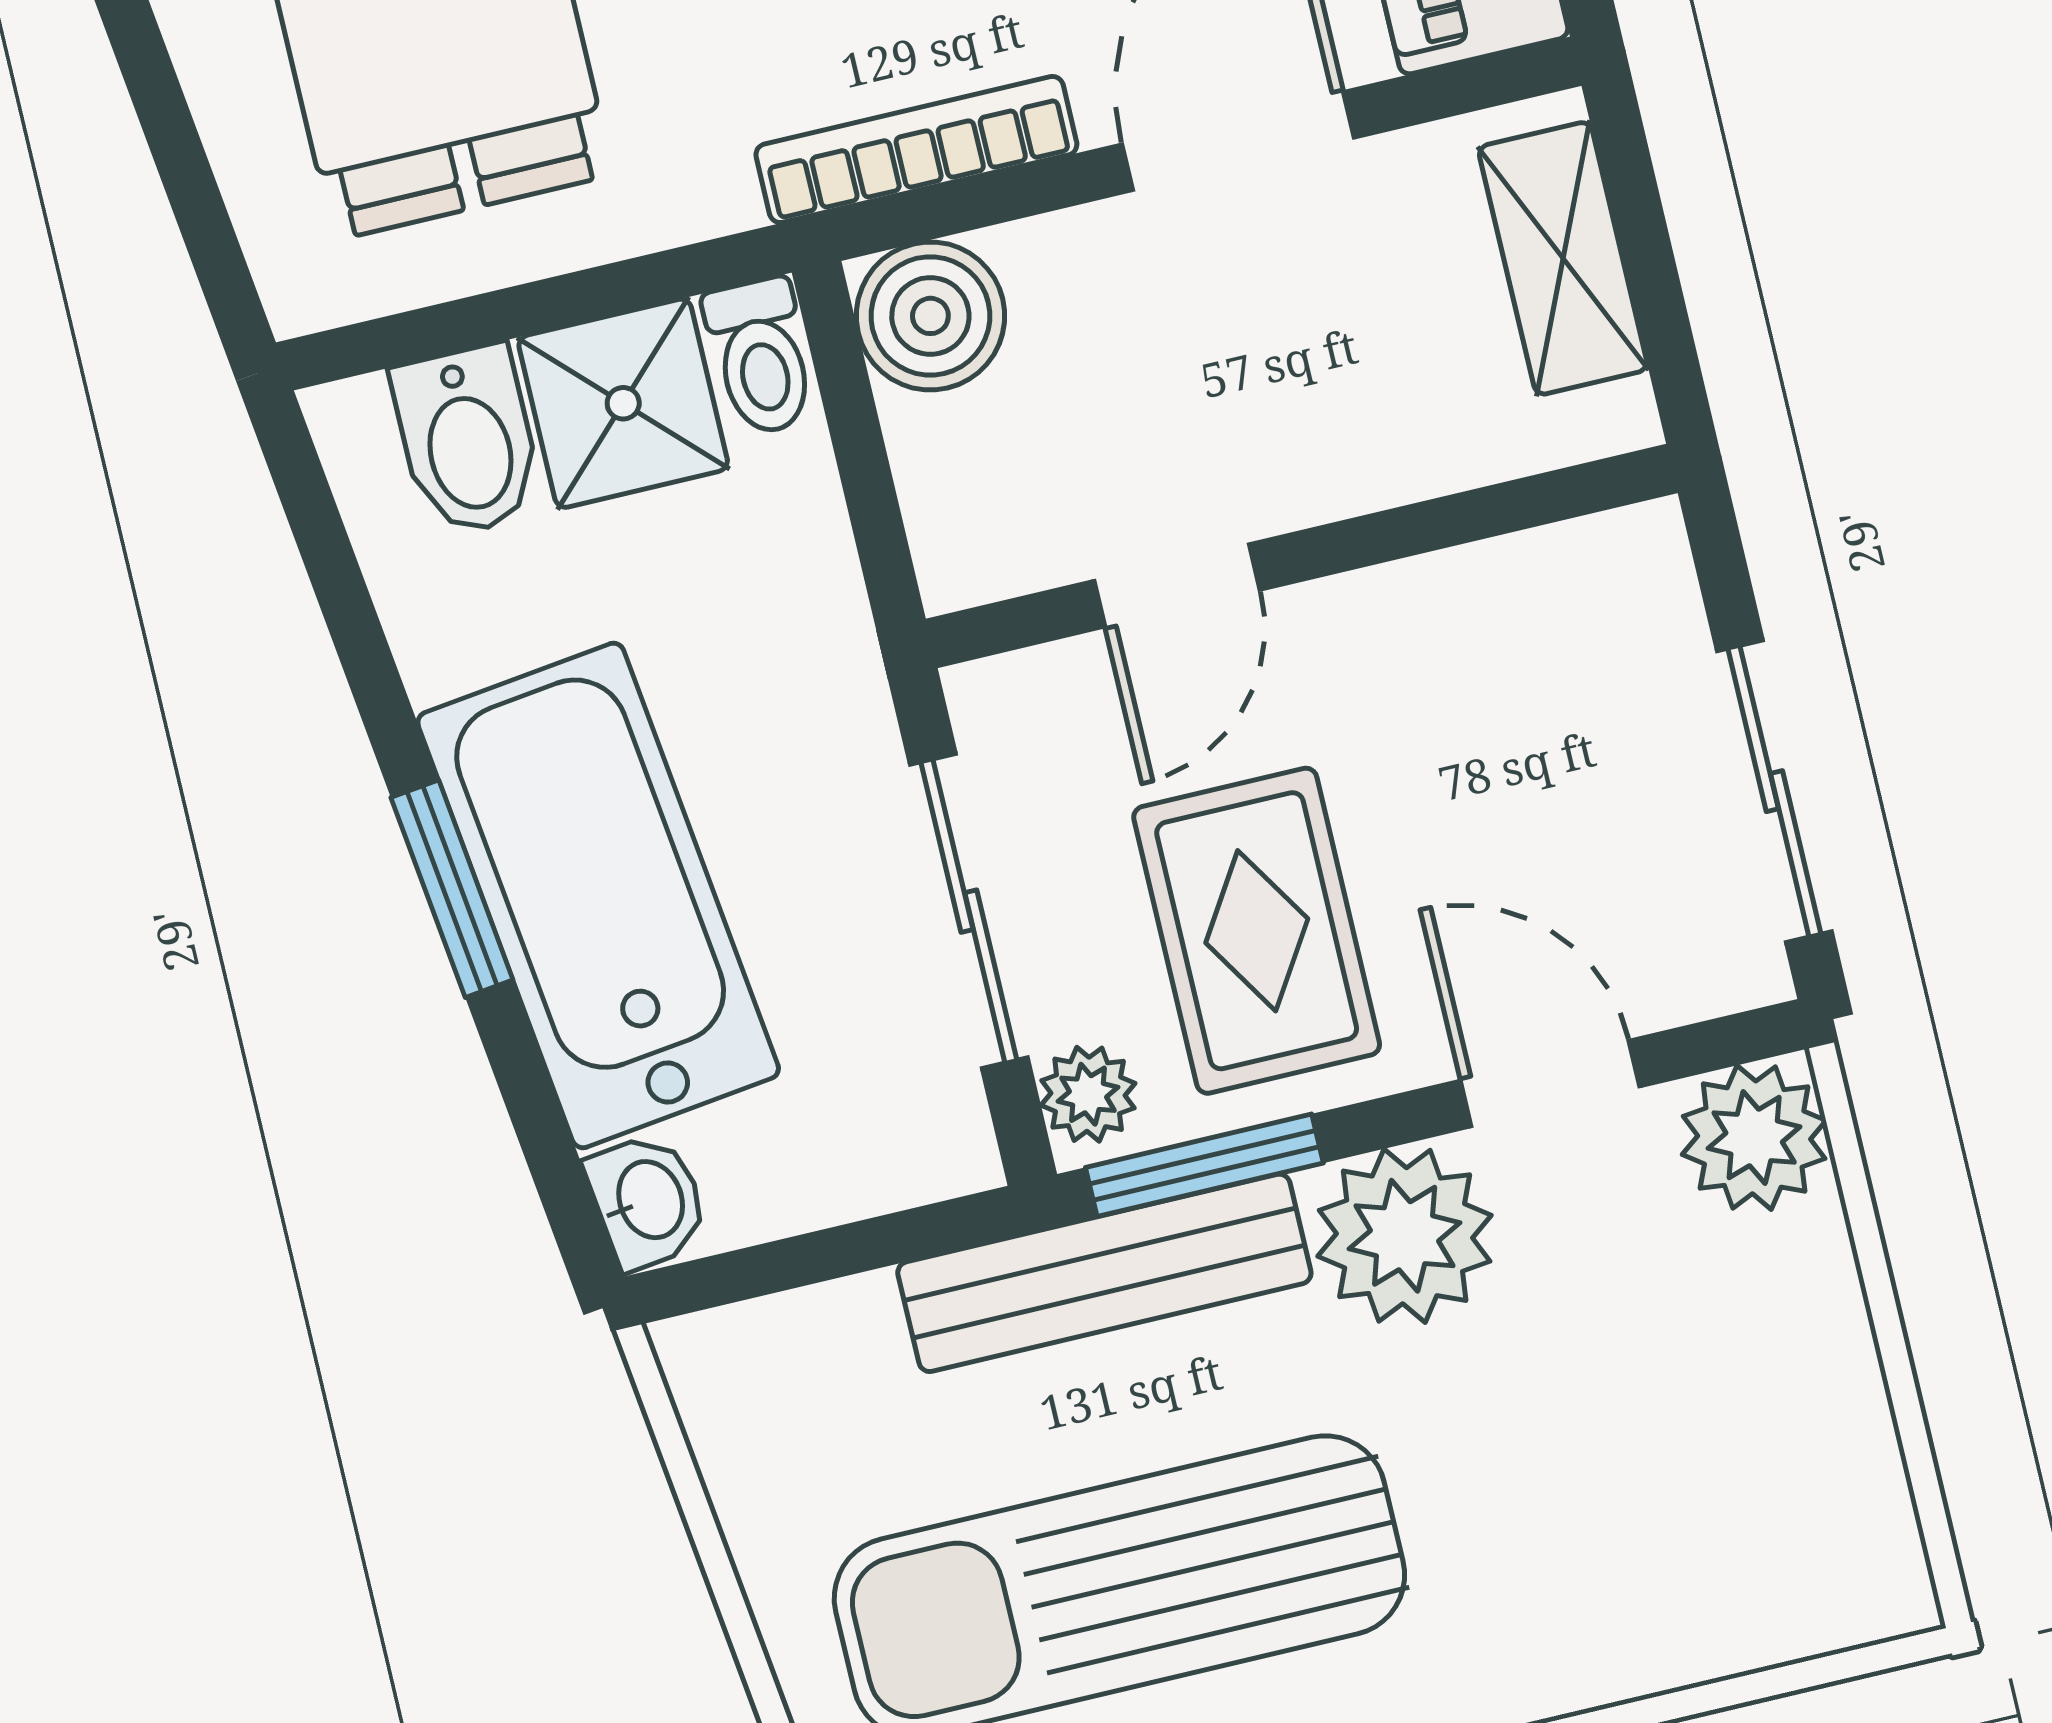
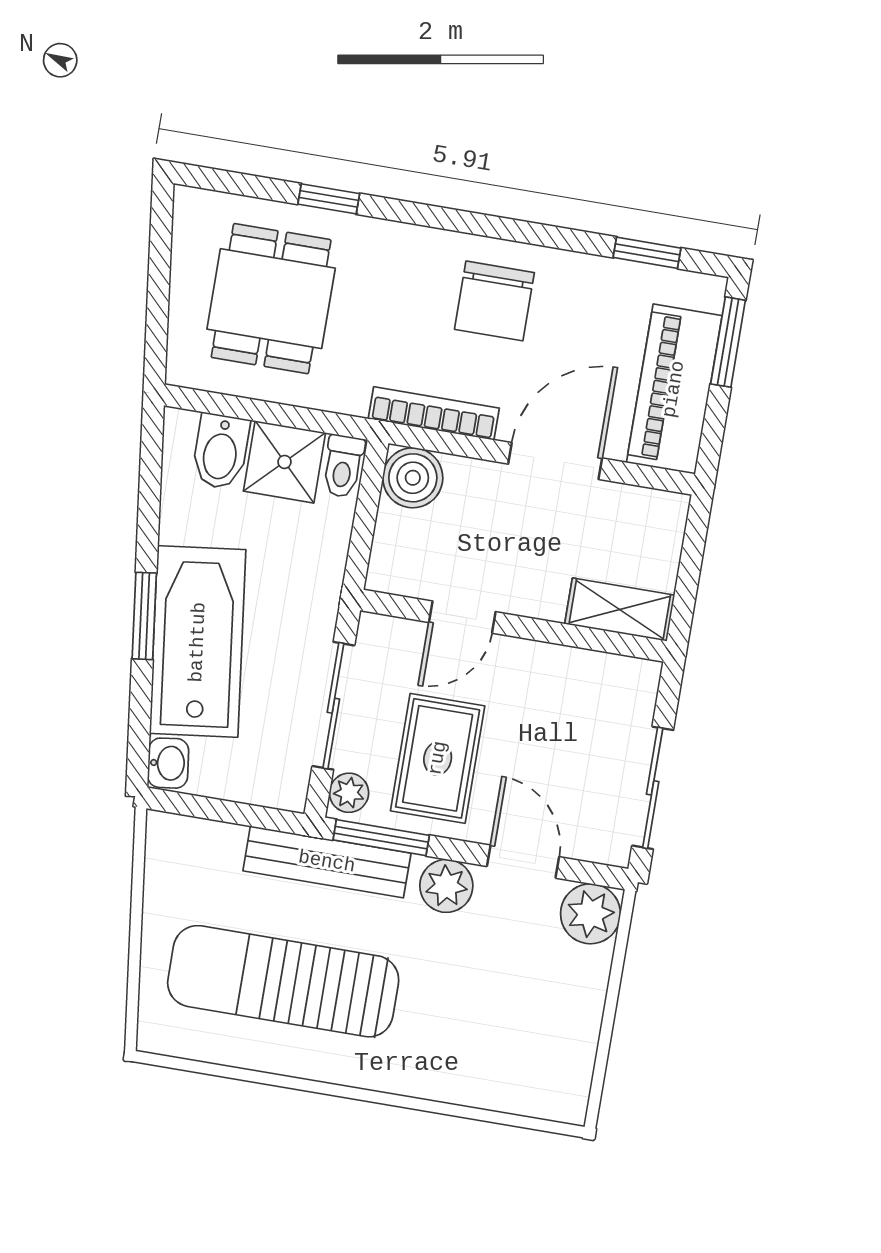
shelving: (1563, 258) -> (620, 610), moved, turned 90
plant: (1405, 1236) -> (446, 886), width x0.73, depth x0.73

